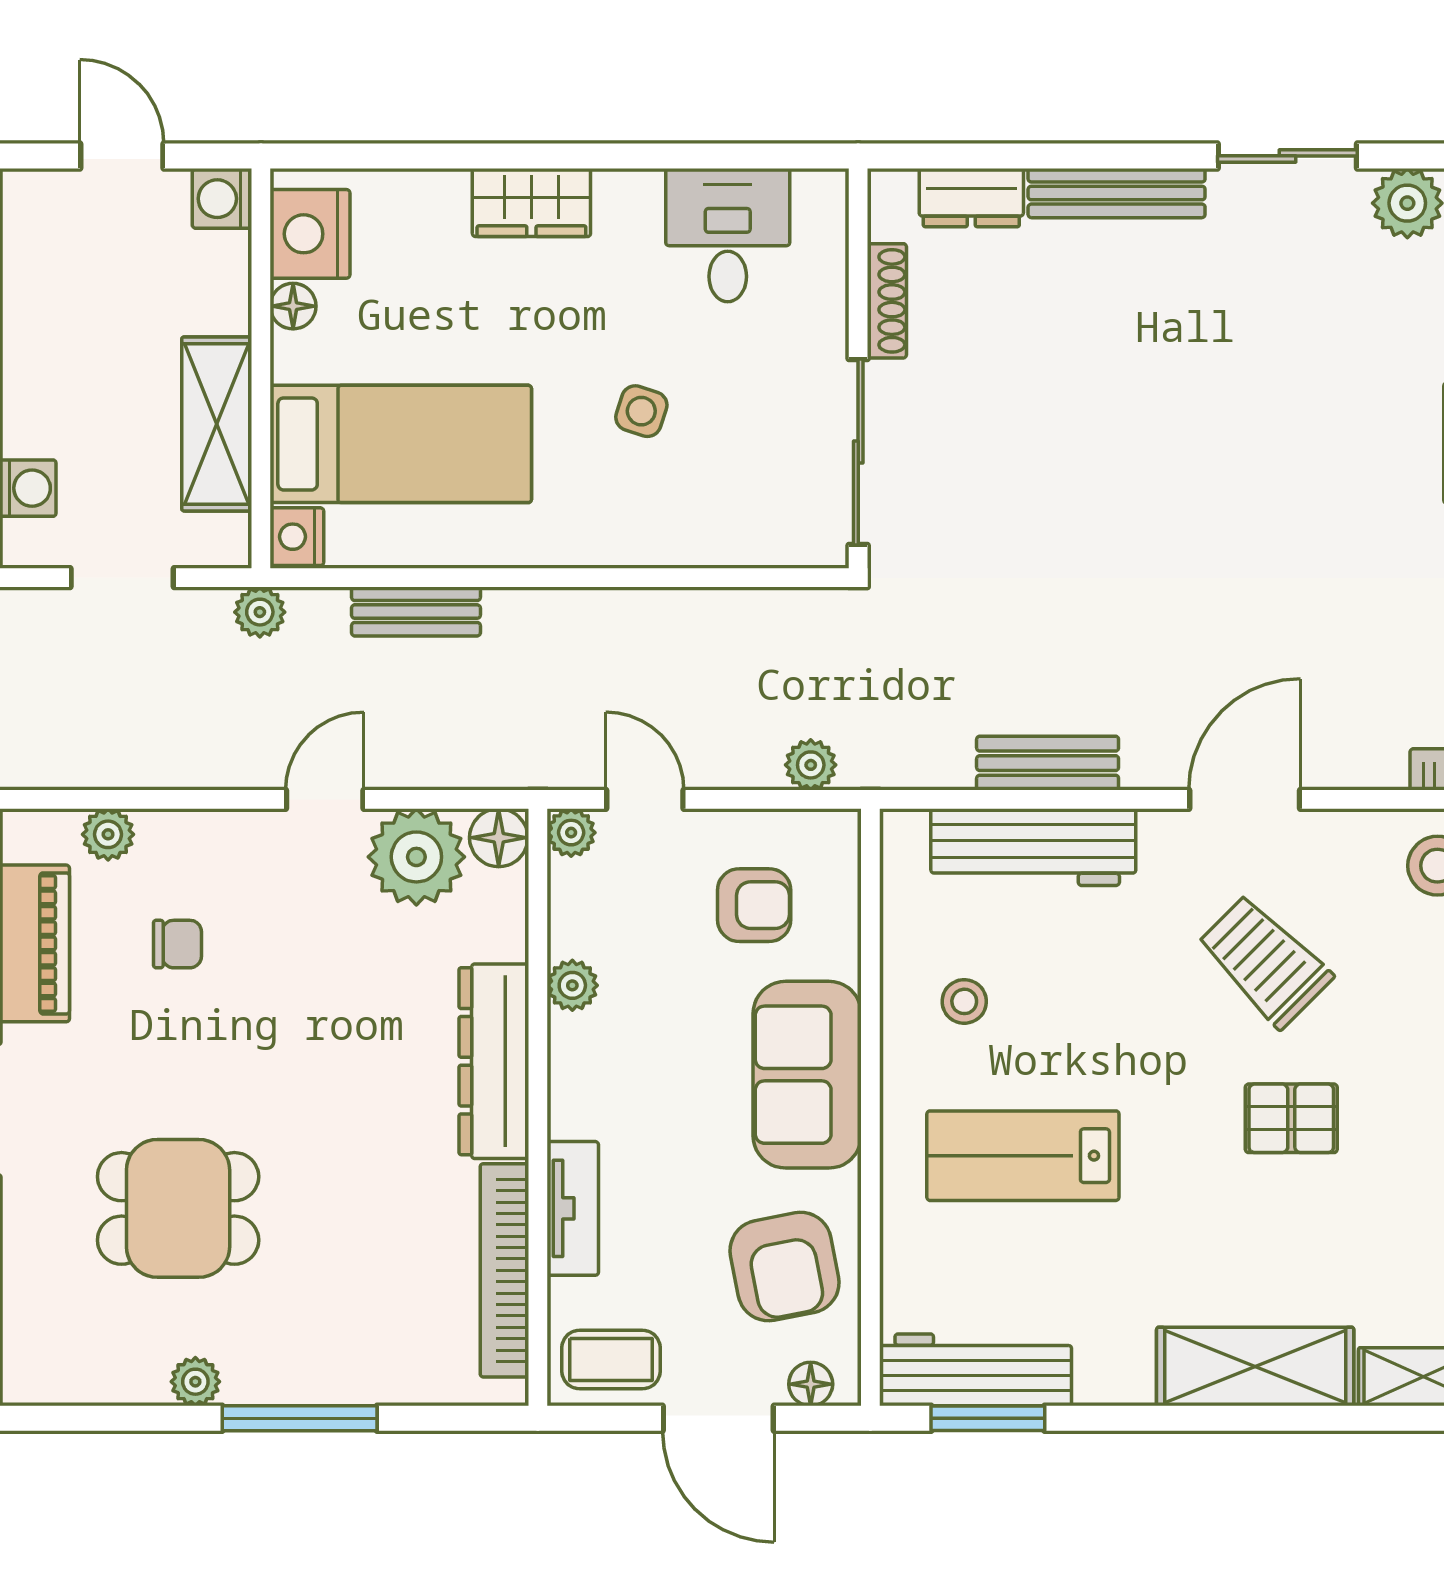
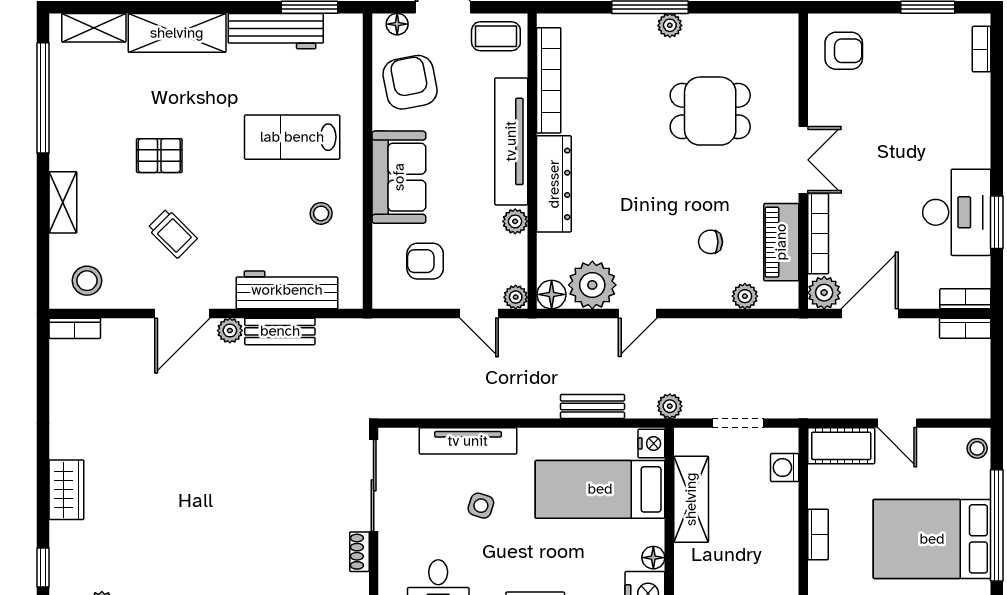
shoe rack: (887, 301) -> (359, 552), width x0.70
tv unit: (667, 542) -> (468, 441), added
plant: (811, 765) -> (230, 331), moved
trolley: (1265, 961) -> (172, 233), width x0.73, depth x0.72
lab bench: (1023, 1156) -> (292, 137), turned 180
tv unit: (573, 1208) -> (511, 141), width x1.92, depth x1.29
workbench: (976, 1370) -> (276, 31), moved
plant: (195, 1382) -> (670, 25), moved

